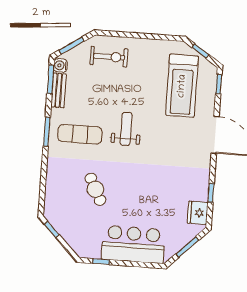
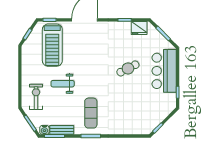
treadmill: (182, 86) -> (52, 45), turned 90
weight bench: (126, 129) -> (63, 84), moved
cafe table: (95, 189) -> (128, 68), moved

